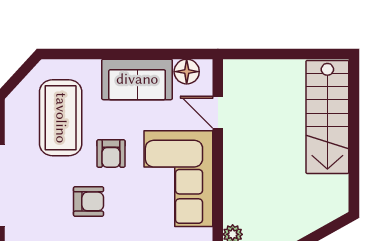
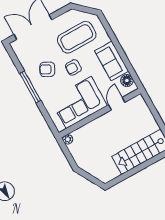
armchair: (89, 201) -> (47, 69), turned 118

